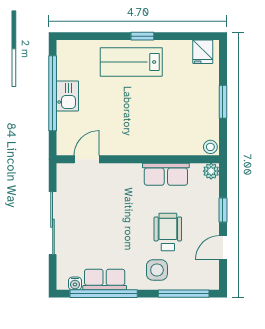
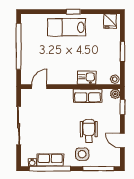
kitchen sink: (67, 96) -> (87, 78), moved, turned -90
window: (223, 210) -> (122, 107), moved
door: (223, 248) -> (122, 141), hinge flipped

